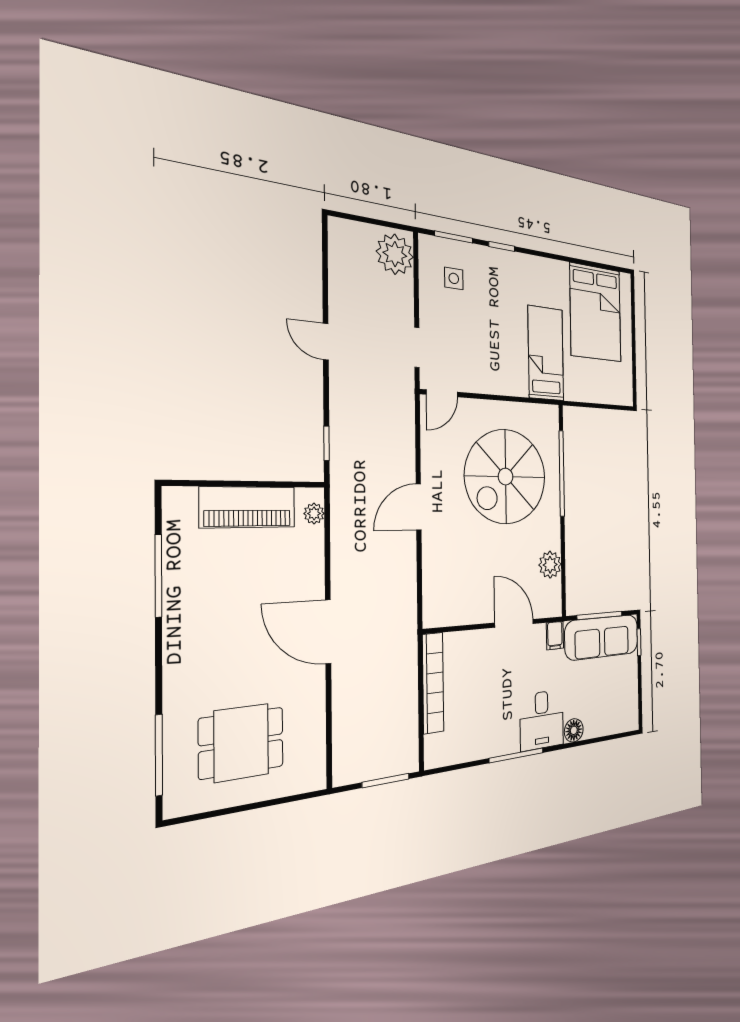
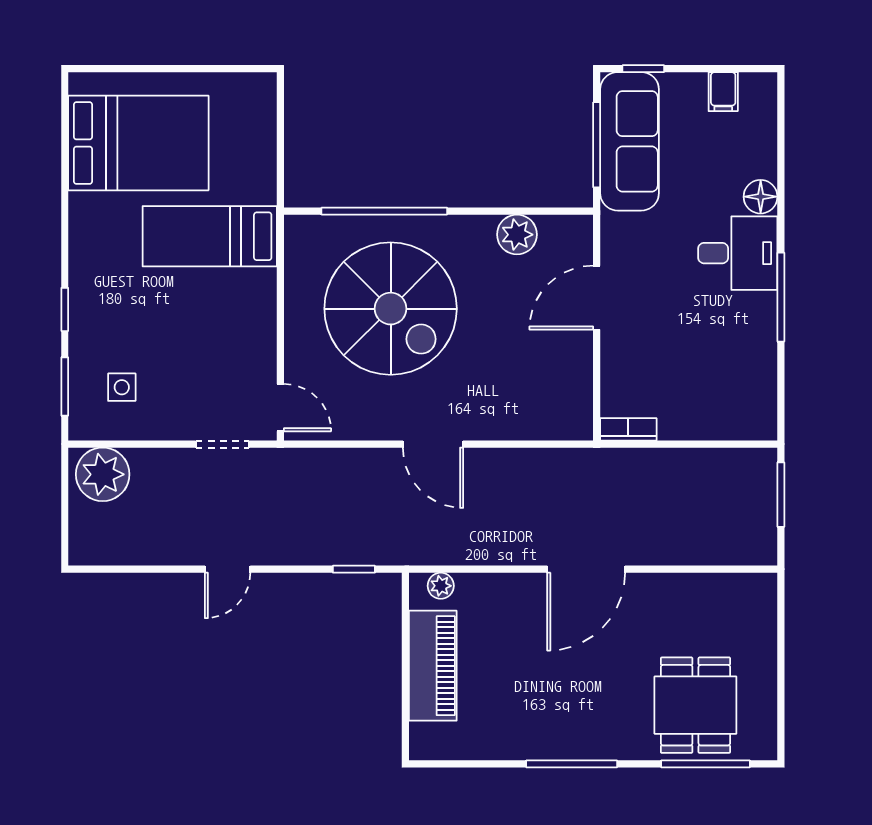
window: (158, 576) -> (572, 764), moved
filing cabinet: (555, 636) -> (723, 92), moved, turned 90
bookcase: (433, 683) -> (628, 429), width x0.43, depth x0.76
dining table: (241, 743) -> (695, 705), moved

